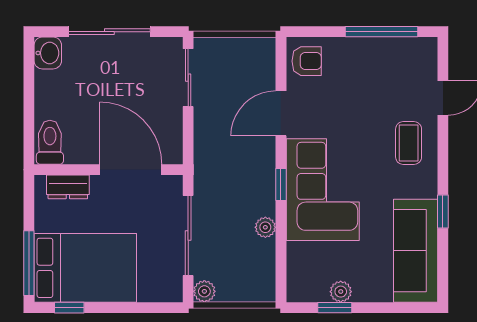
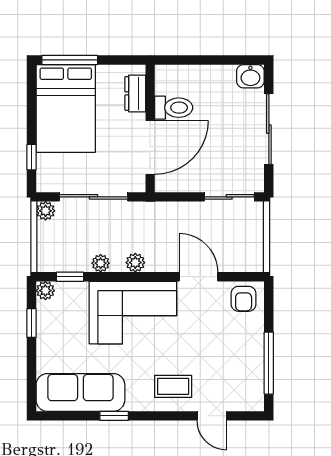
toilet: (50, 142) -> (174, 108), moved
window: (281, 185) -> (70, 277), moved
plant: (265, 187) -> (135, 263), added
plant: (341, 292) -> (45, 291), moved
window: (69, 308) -> (32, 157), moved

